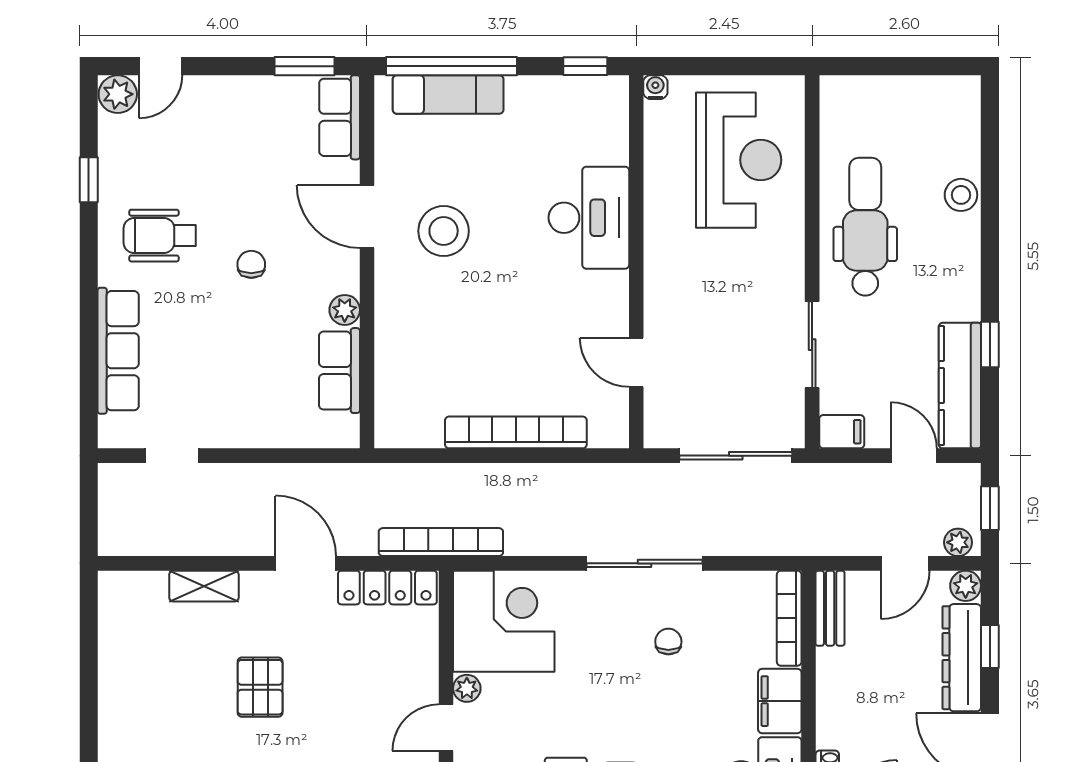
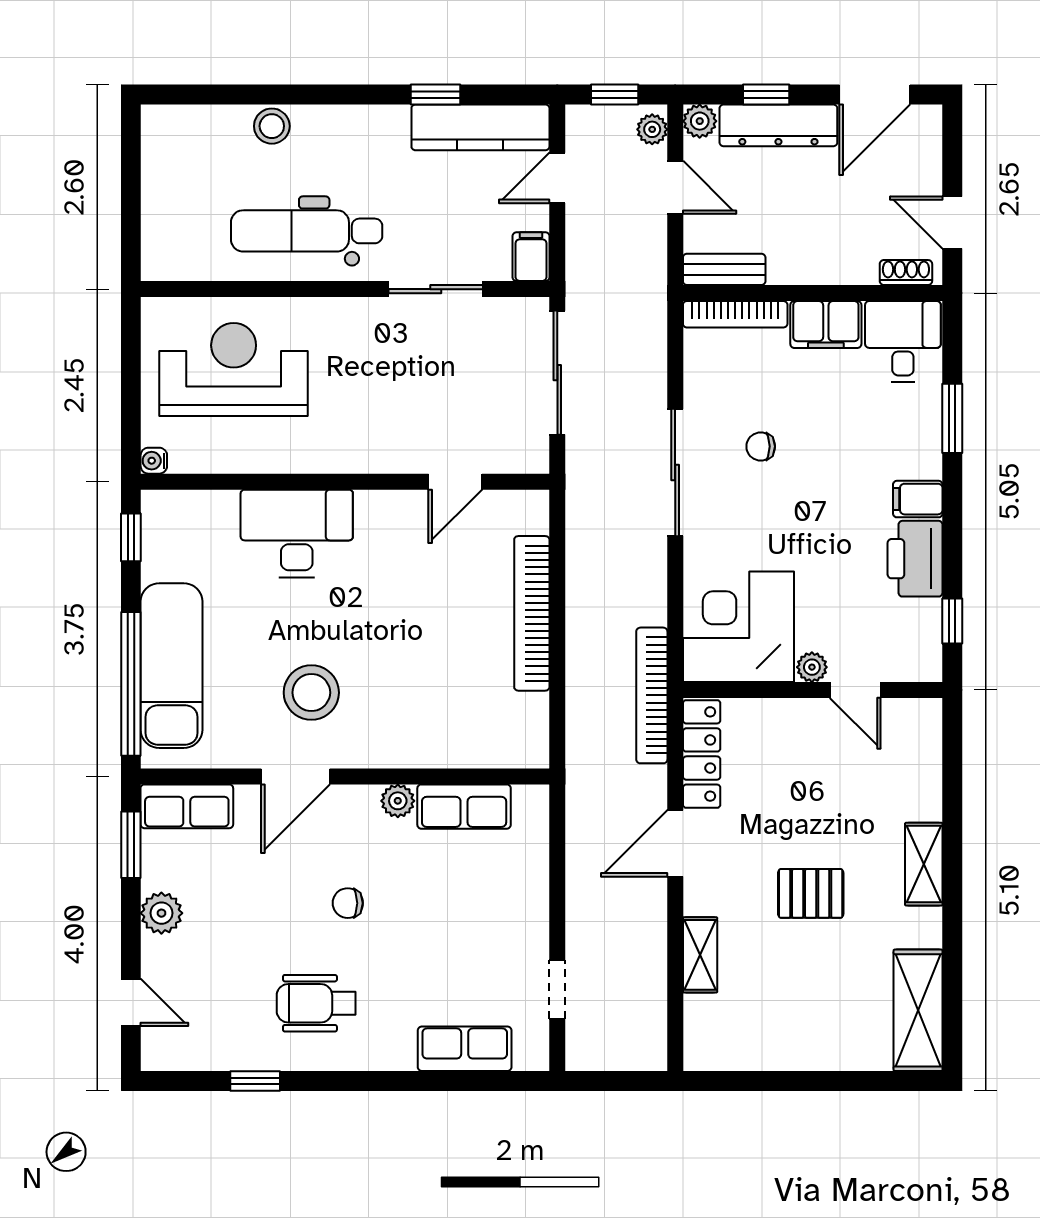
plant: (118, 94) -> (161, 913), moved
exam couch: (448, 94) -> (171, 666), width x1.36, depth x1.45
wheelchair: (160, 236) -> (316, 1003), turned 90
row of seats: (118, 351) -> (465, 1049), width x0.68

